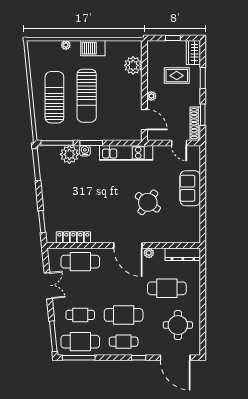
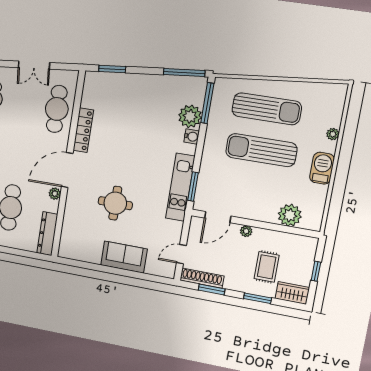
window: (91, 143) -> (193, 187), moved
round table: (148, 202) -> (115, 203), turned -35
locker: (73, 237) -> (83, 130), moved

